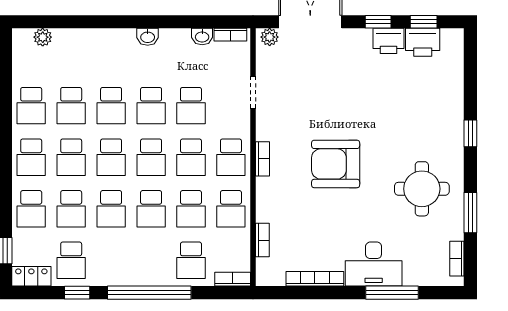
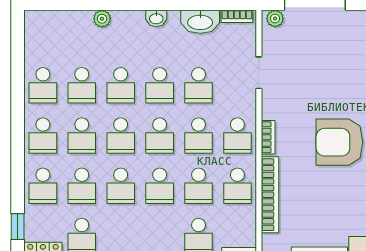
plant: (43, 37) -> (102, 19), moved
washbasin: (202, 37) -> (200, 22), width x1.91, depth x1.45
bookcase: (262, 240) -> (270, 195), width x2.31, depth x1.31

